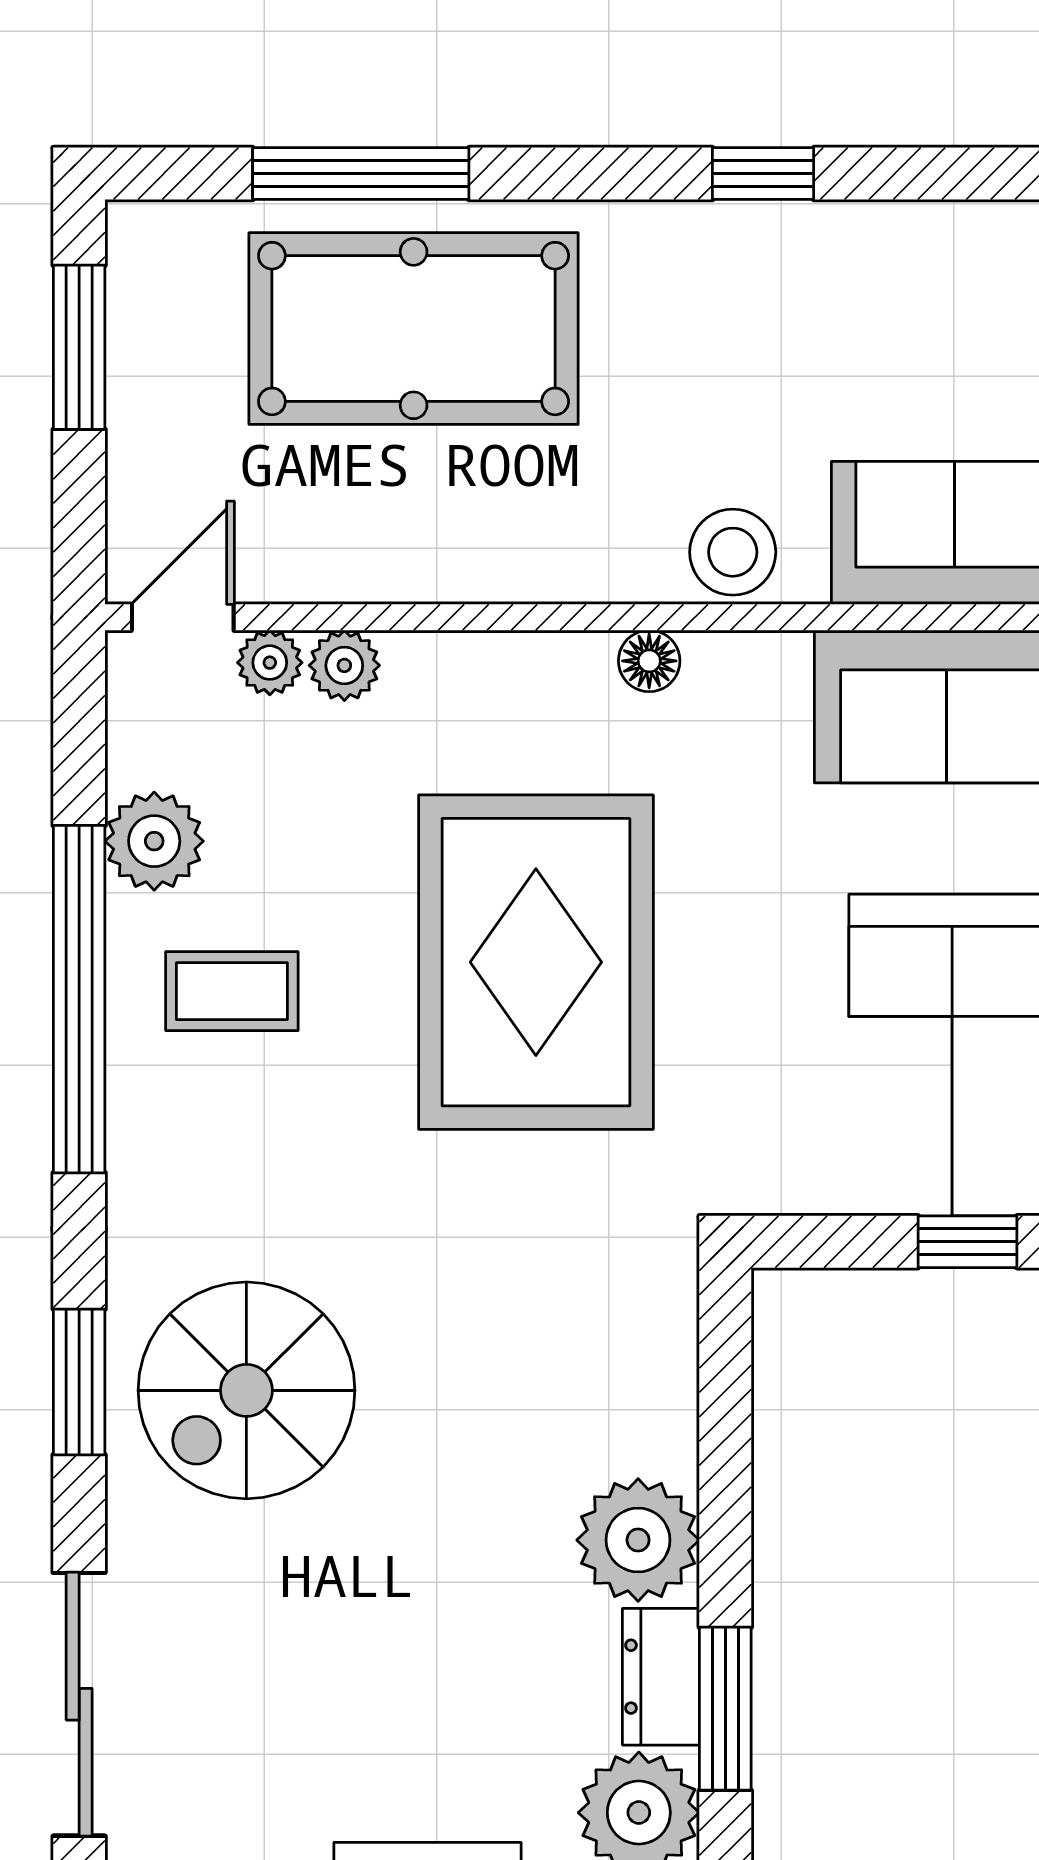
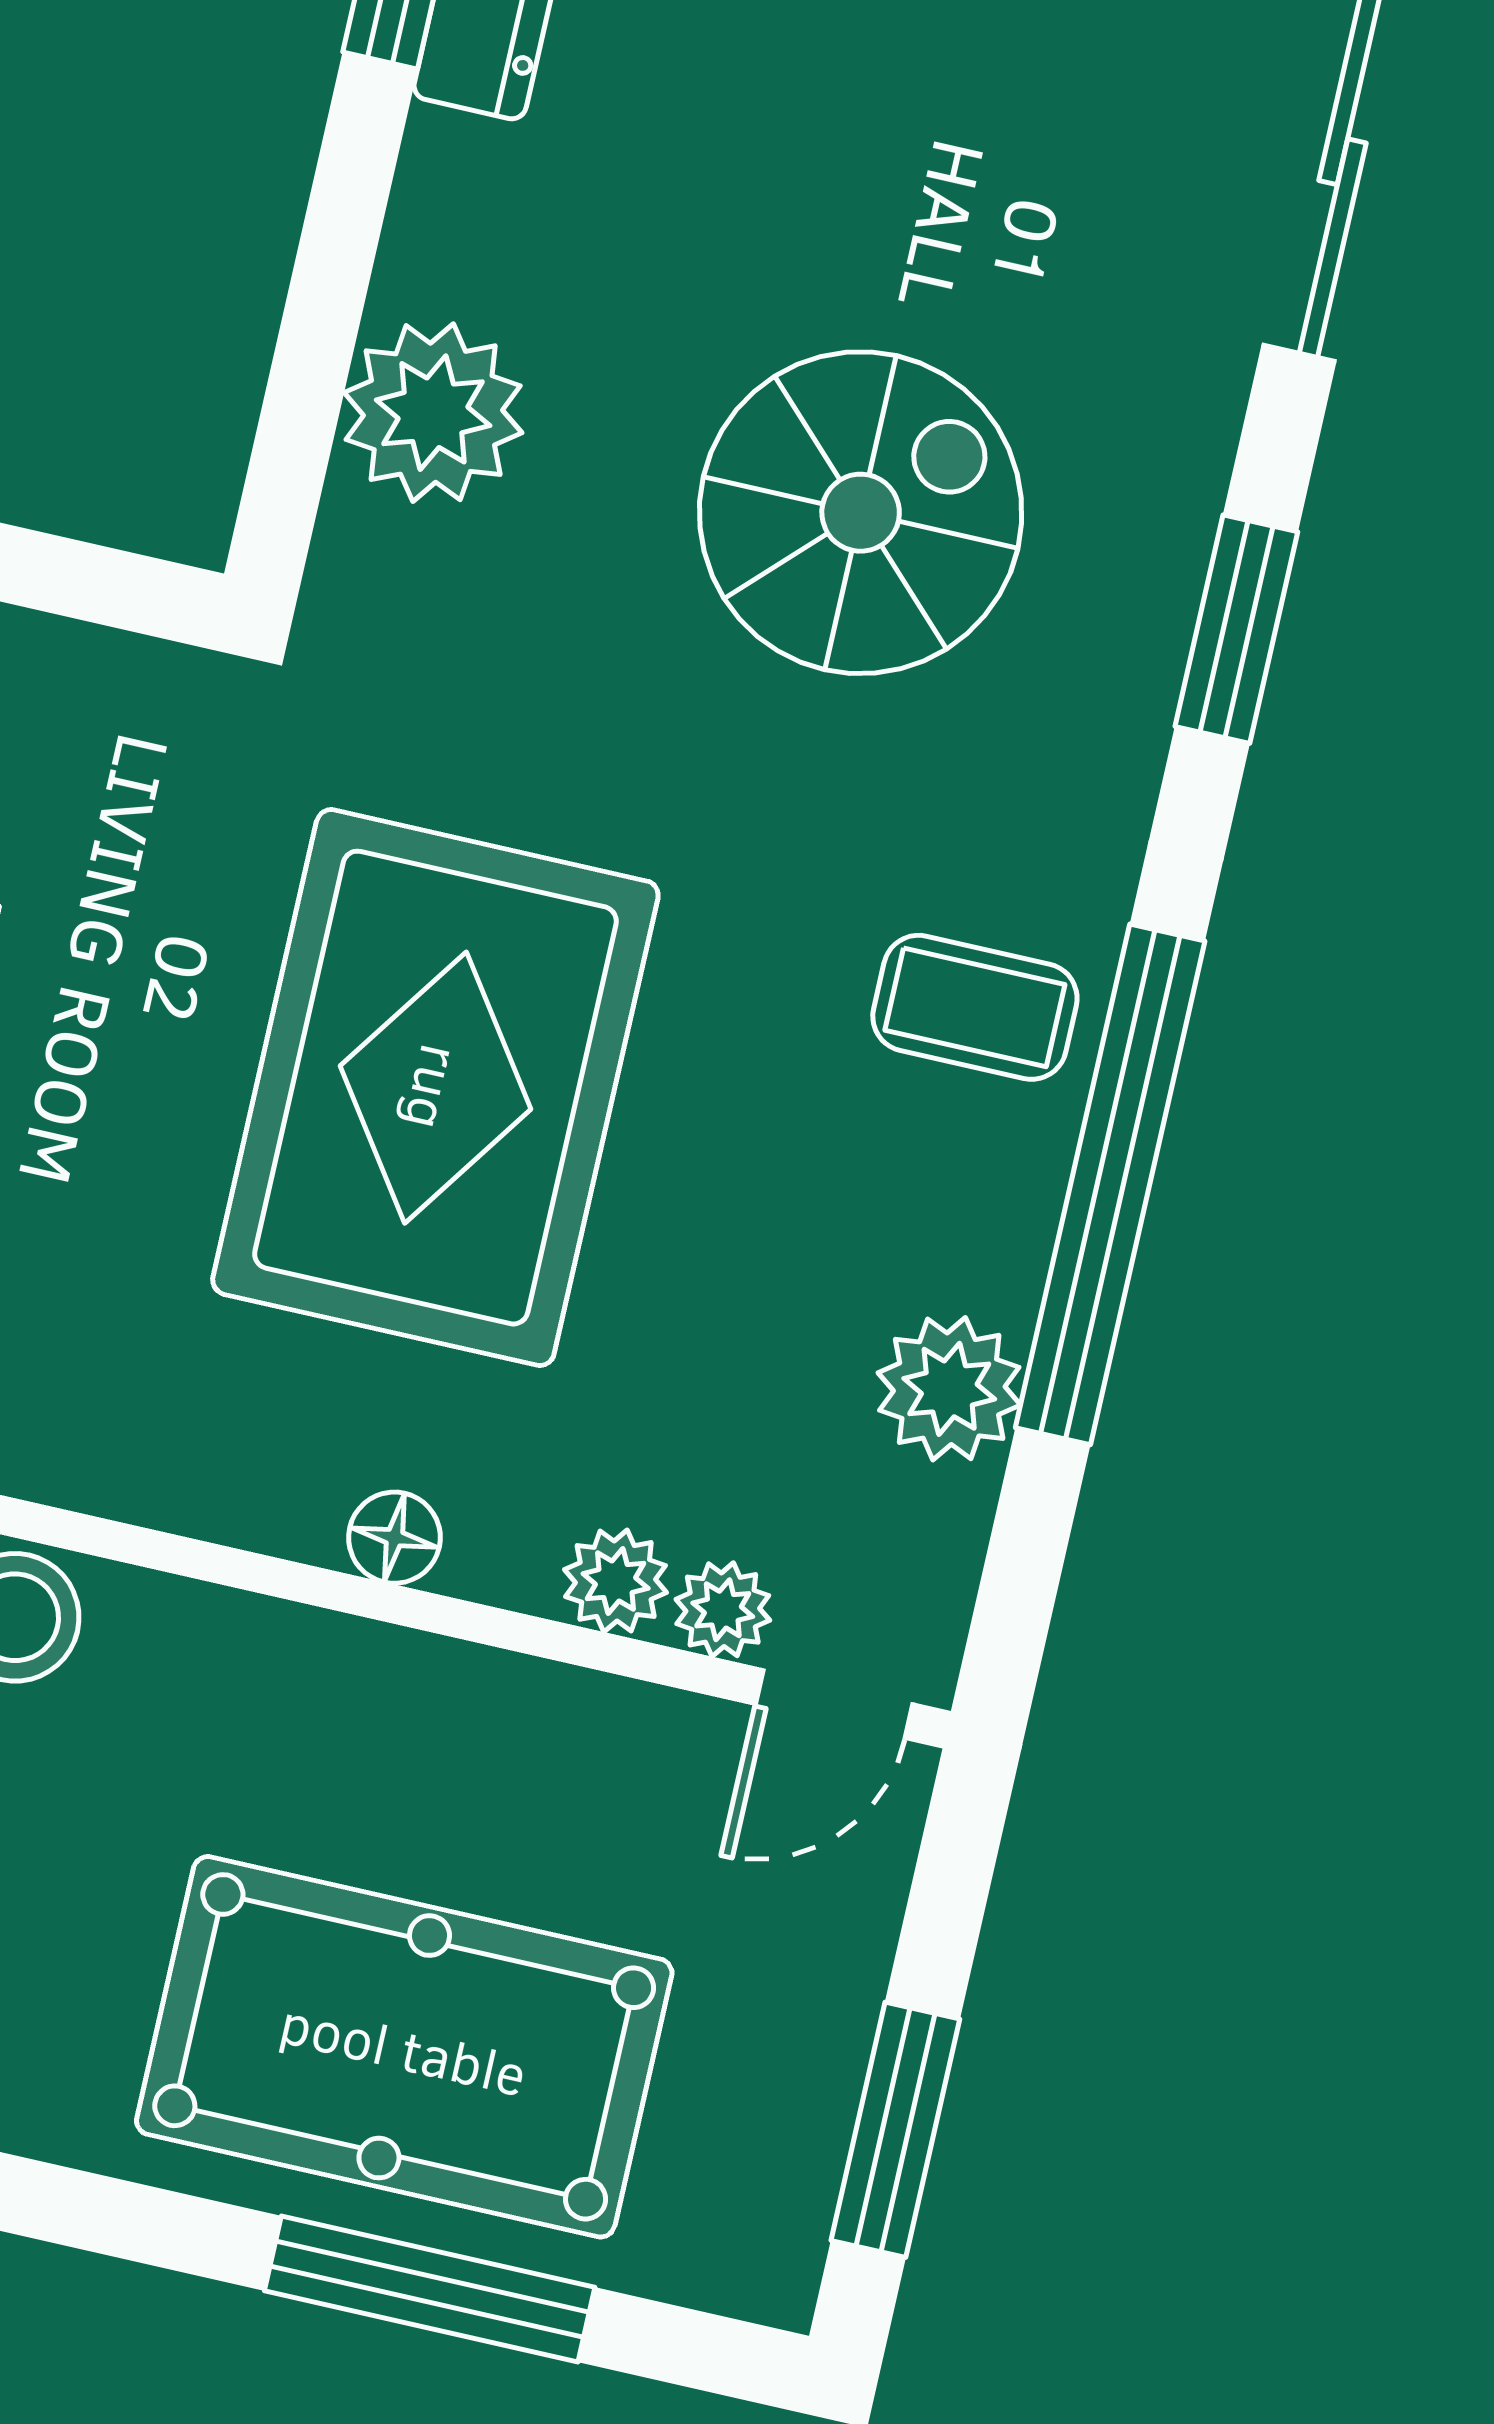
floor lamp: (649, 661) -> (394, 1538), moved
coffee table: (232, 991) -> (975, 1007), moved
spiral stairs: (246, 1390) -> (861, 513), moved
plant: (638, 1540) -> (433, 413), moved

